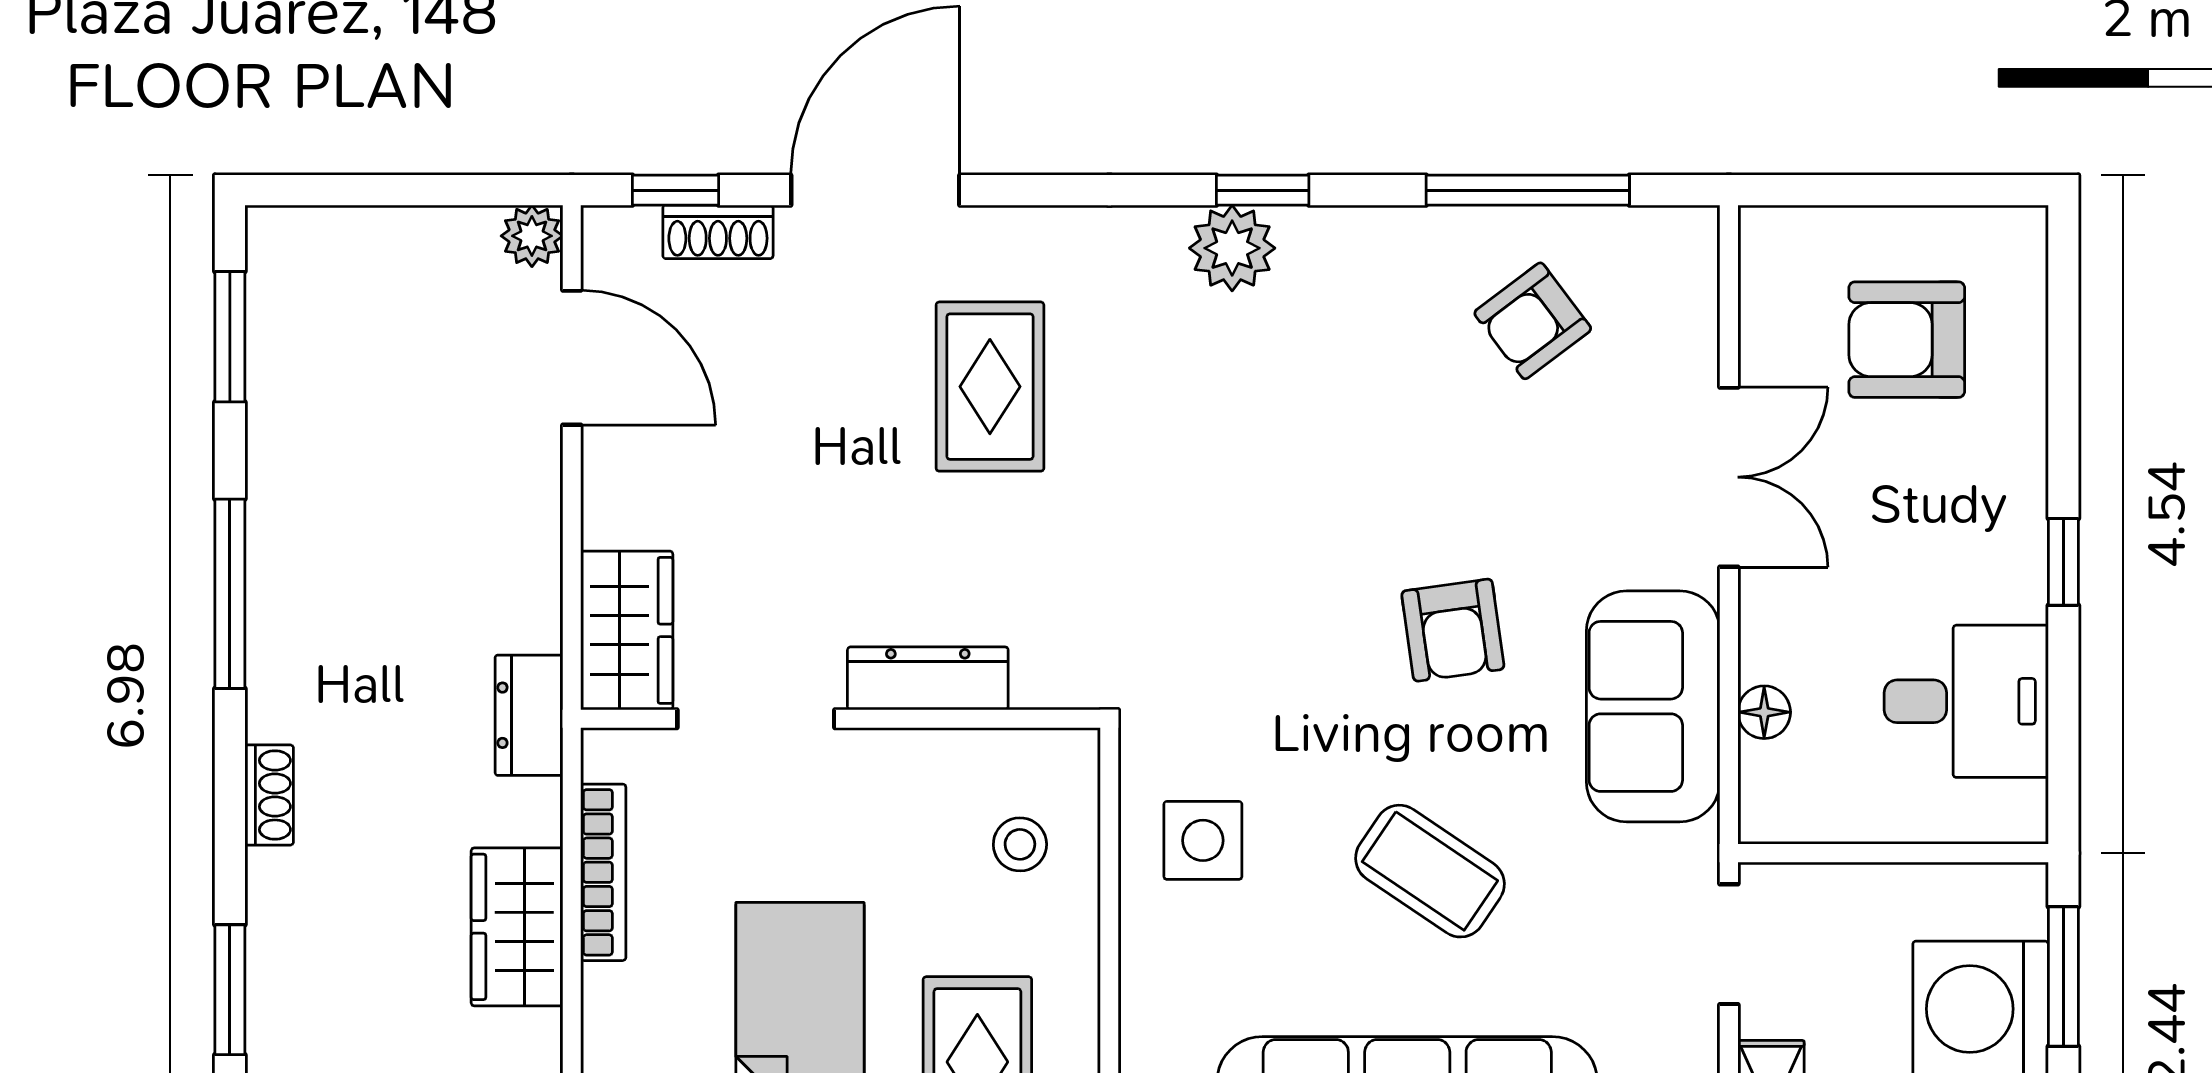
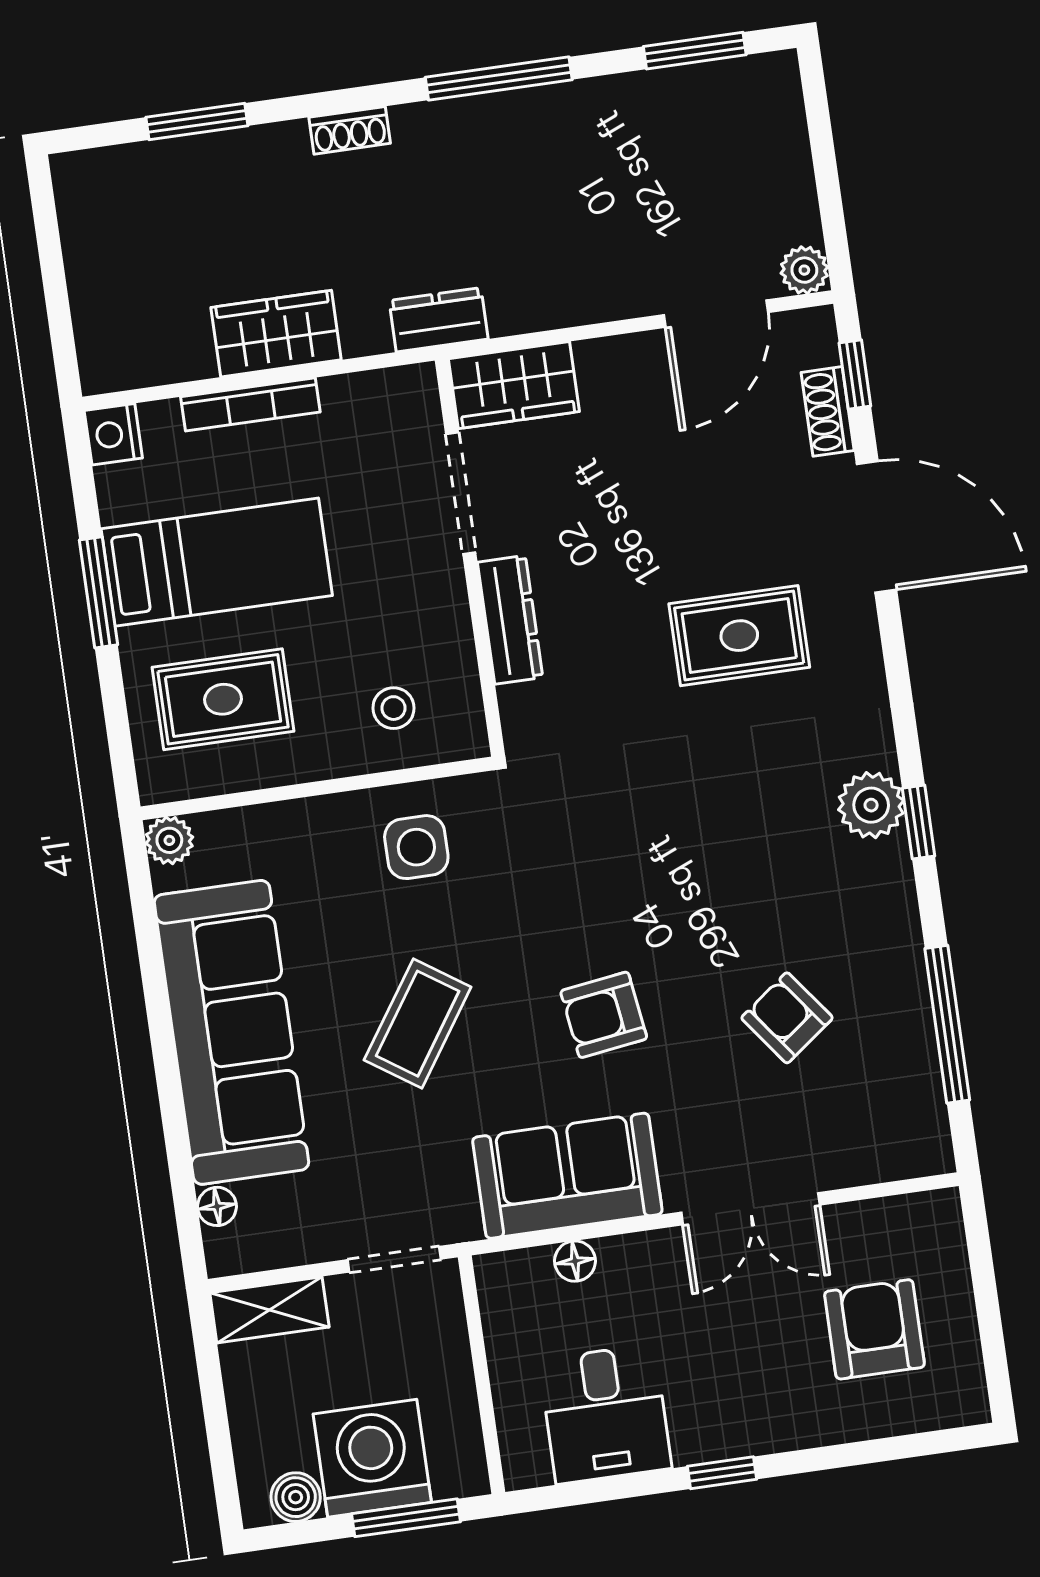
armchair: (1533, 321) -> (787, 1018), moved
bookcase: (603, 872) -> (250, 404), moved

